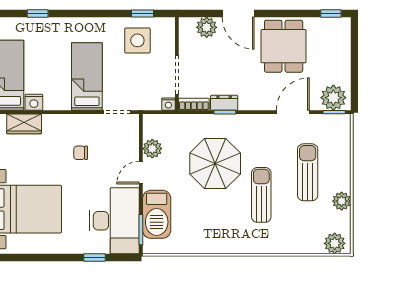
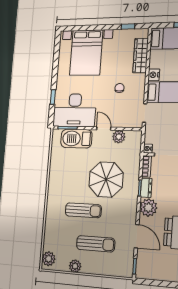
plant: (333, 98) -> (148, 208), moved
nightstand: (34, 102) -> (154, 75), moved
wardrobe: (24, 124) -> (141, 56), width x1.50

